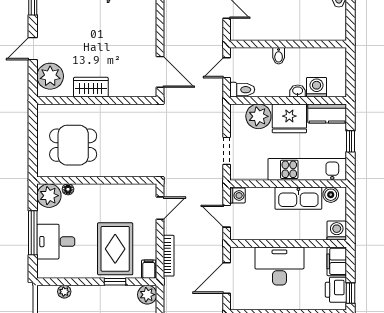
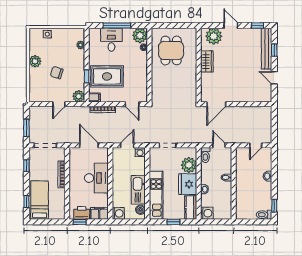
washing machine: (317, 87) -> (207, 213), moved

